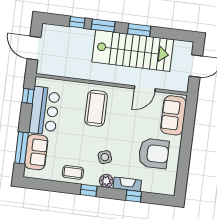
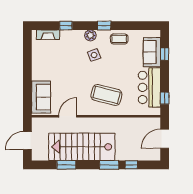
window: (139, 30) -> (66, 165), moved
door: (34, 48) -> (165, 139), swing flipped
coffee table: (96, 108) -> (106, 95), turned -76
window: (22, 148) -> (165, 54), width x0.46
armchair: (154, 153) -> (54, 63), removed
fireplace: (127, 184) -> (48, 35), moved

